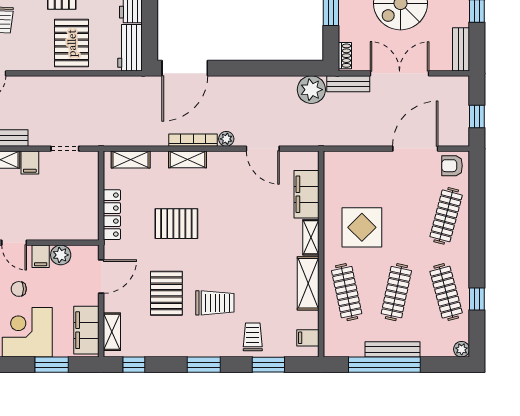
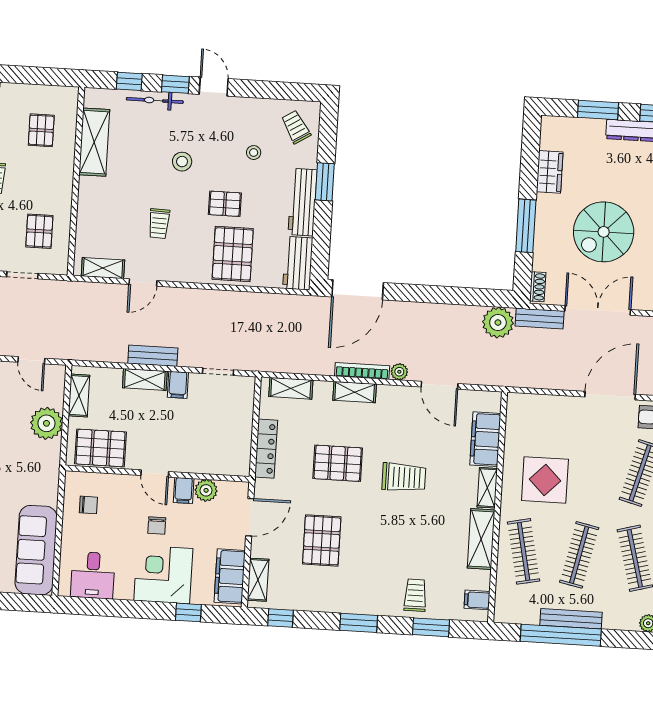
chair: (19, 289) -> (157, 526), turned -90
trolley: (215, 303) -> (404, 477), moved
window: (52, 365) -> (188, 612), width x0.67

